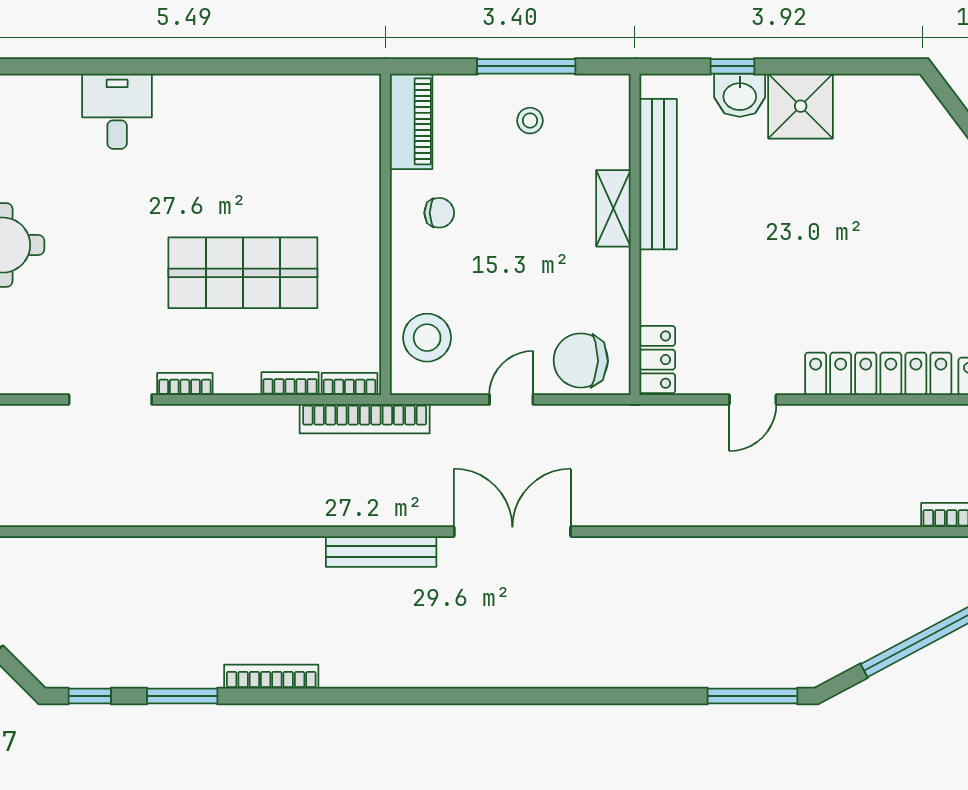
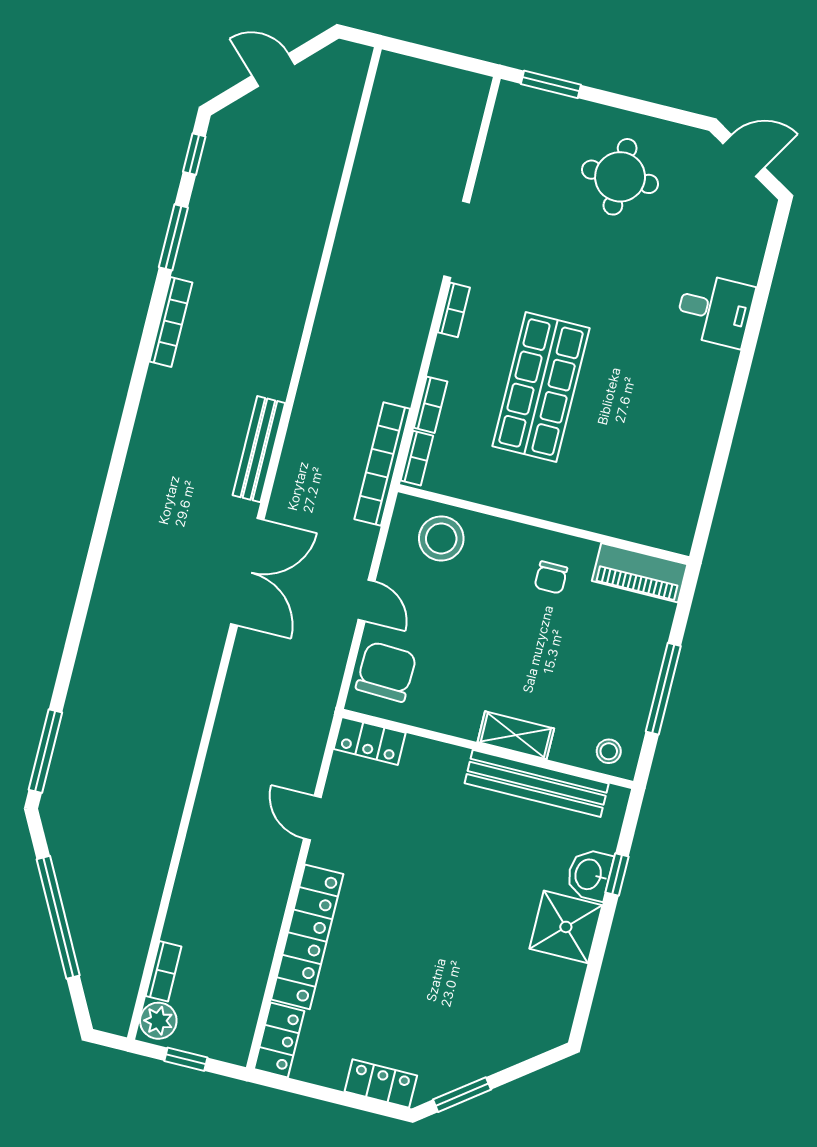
stool: (530, 121) -> (609, 751), moved

